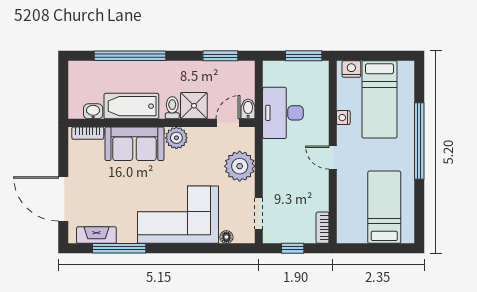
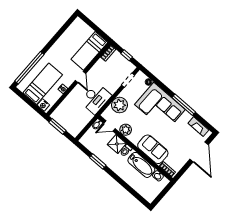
window: (130, 56) -> (125, 185), removed
window: (220, 56) -> (98, 161), moved
desk: (283, 113) -> (96, 98), moved
plant: (176, 138) -> (126, 130), moved
window: (419, 141) -> (29, 68), moved
bed: (384, 207) -> (89, 51), moved
window: (119, 248) -> (184, 105), moved

